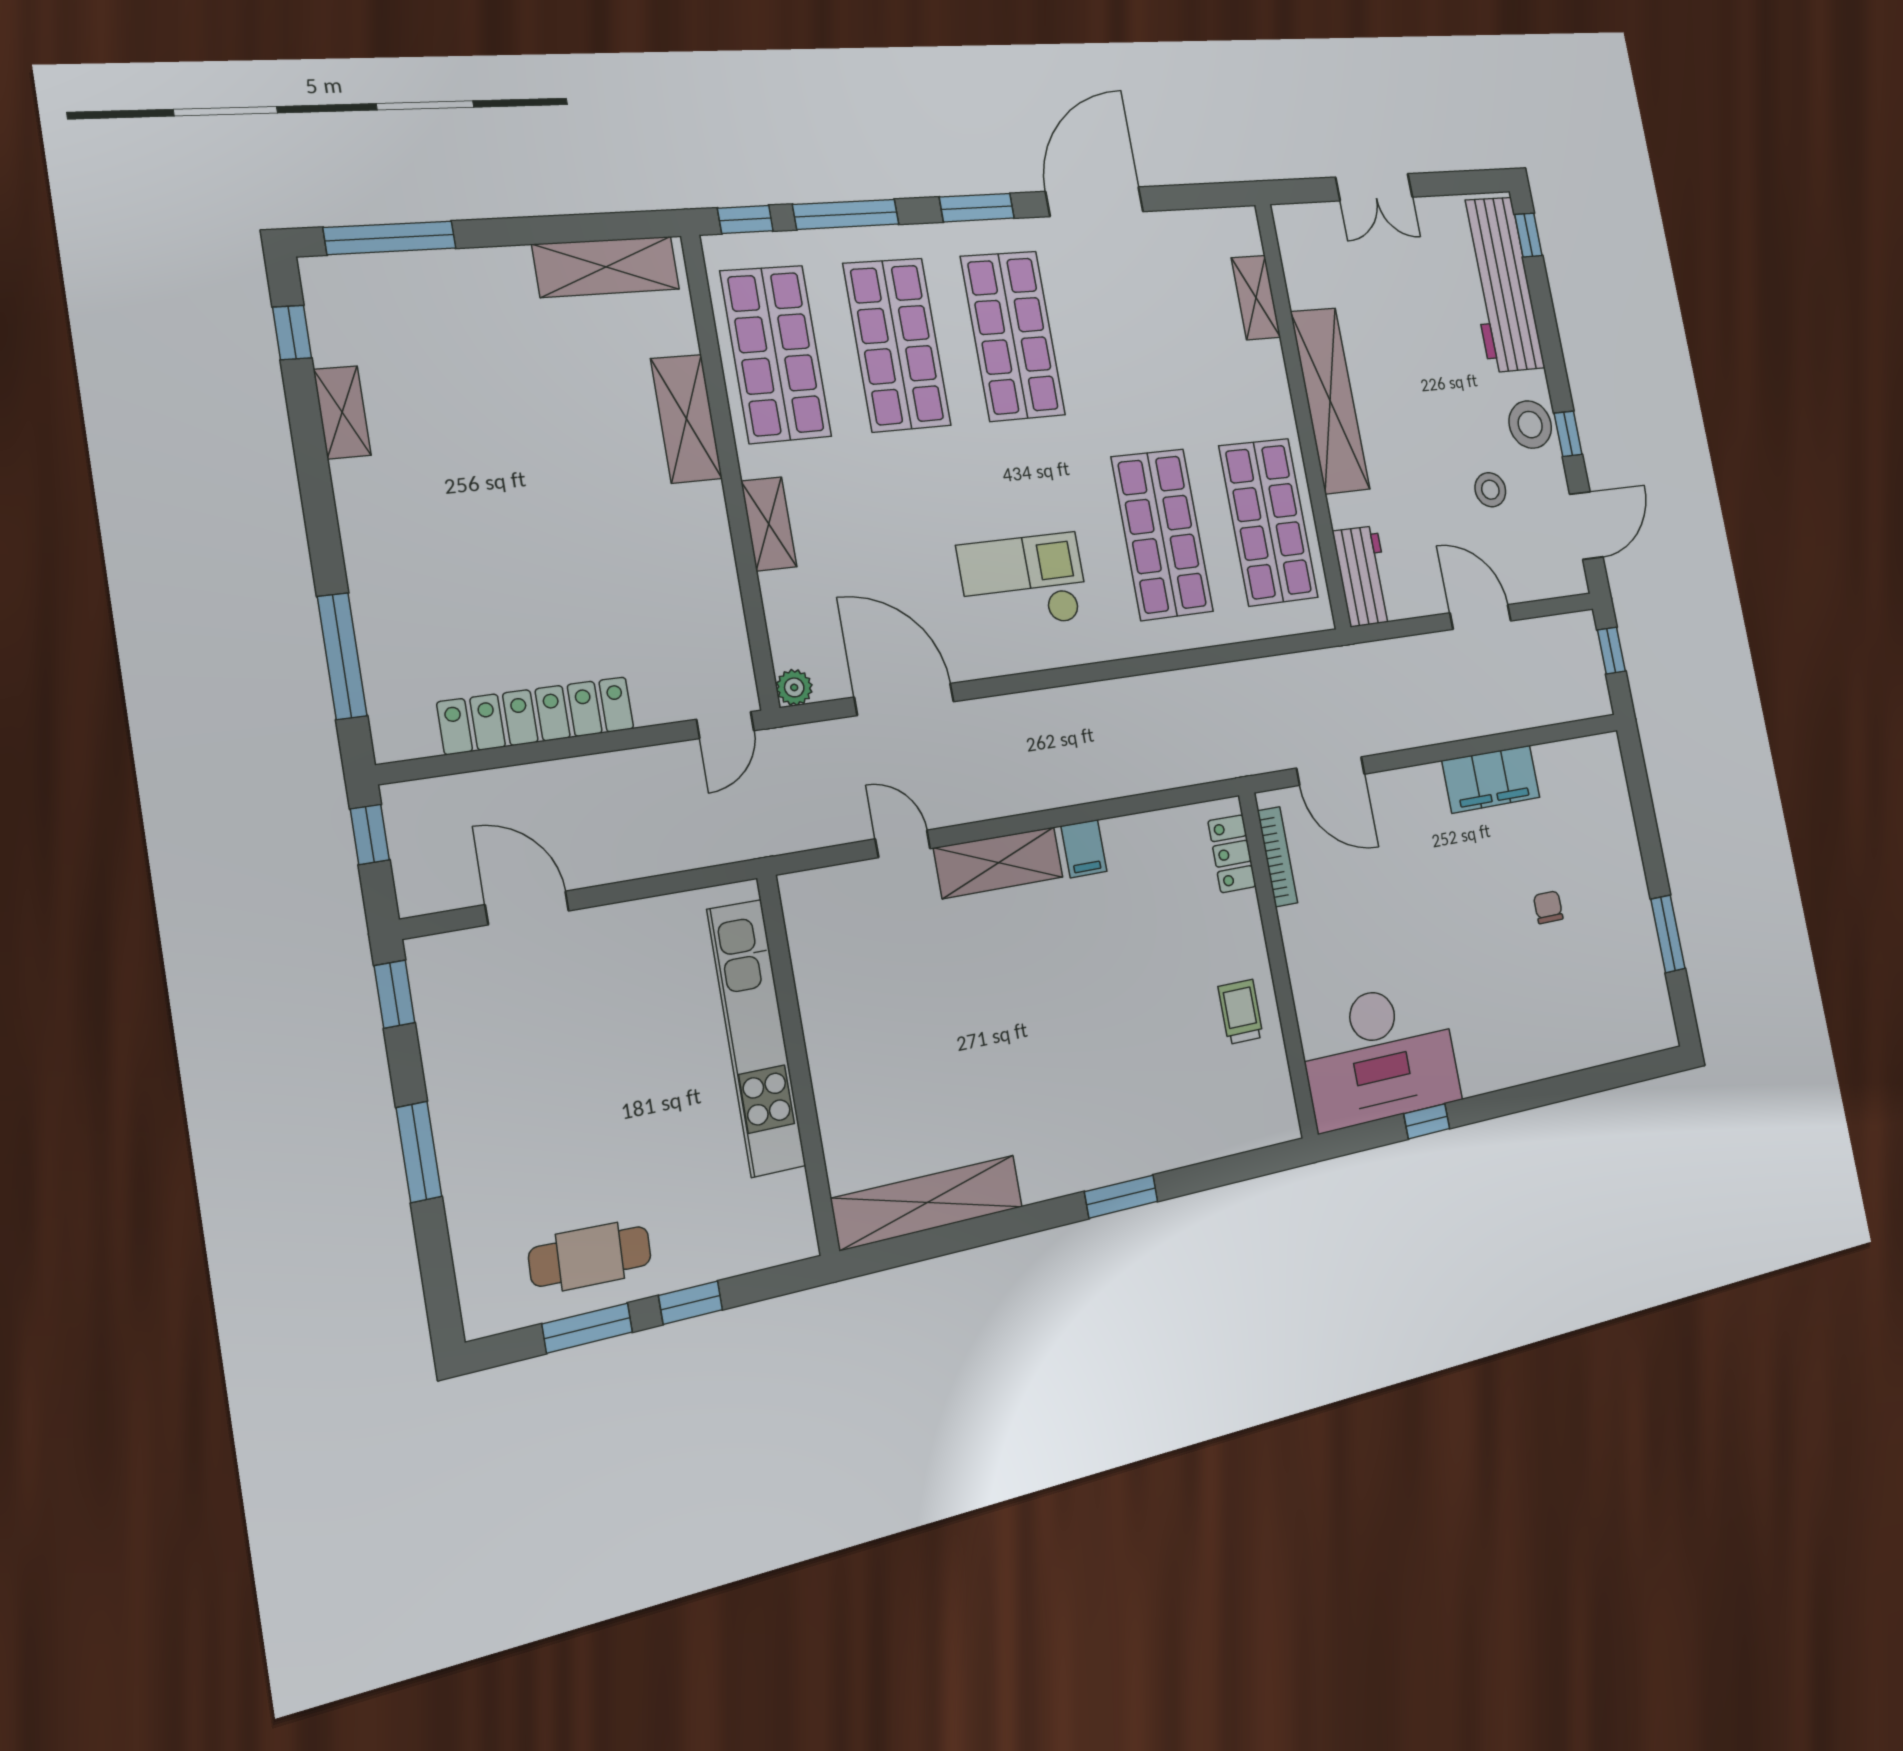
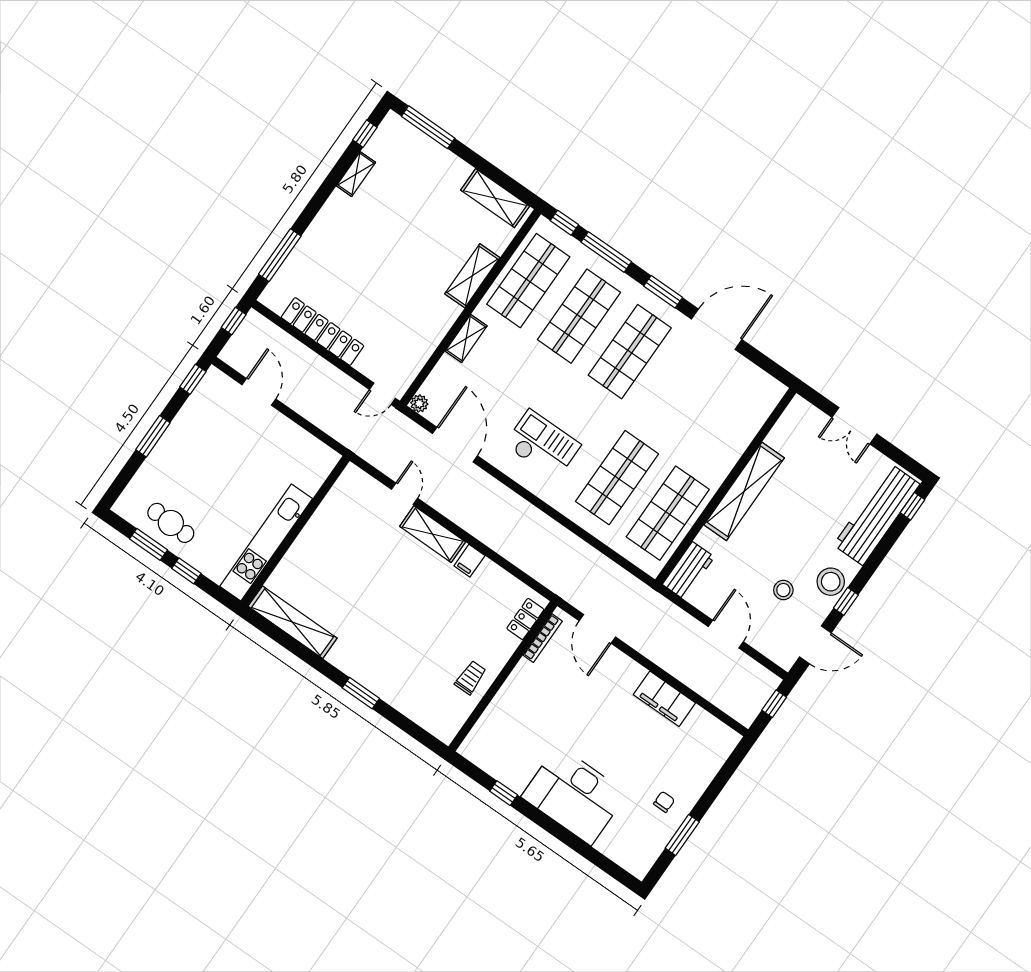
shelving: (1256, 298) -> (752, 424), removed
chair: (1548, 907) -> (664, 802), moved
kitchen unit: (756, 1037) -> (266, 543), moved
desk: (1379, 1055) -> (574, 795), moved

